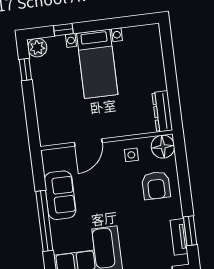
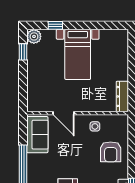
door: (88, 143) -> (64, 113), hinge flipped
floor lamp: (163, 147) -> (120, 123), removed
sofa: (60, 195) -> (37, 135), moved

